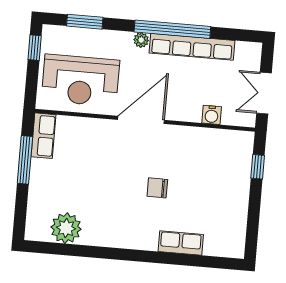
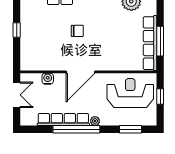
window: (35, 48) -> (160, 96), moved
door: (141, 120) -> (81, 72), moved
row of seats: (44, 136) -> (150, 43), width x2.02
window: (258, 167) -> (17, 30), moved

